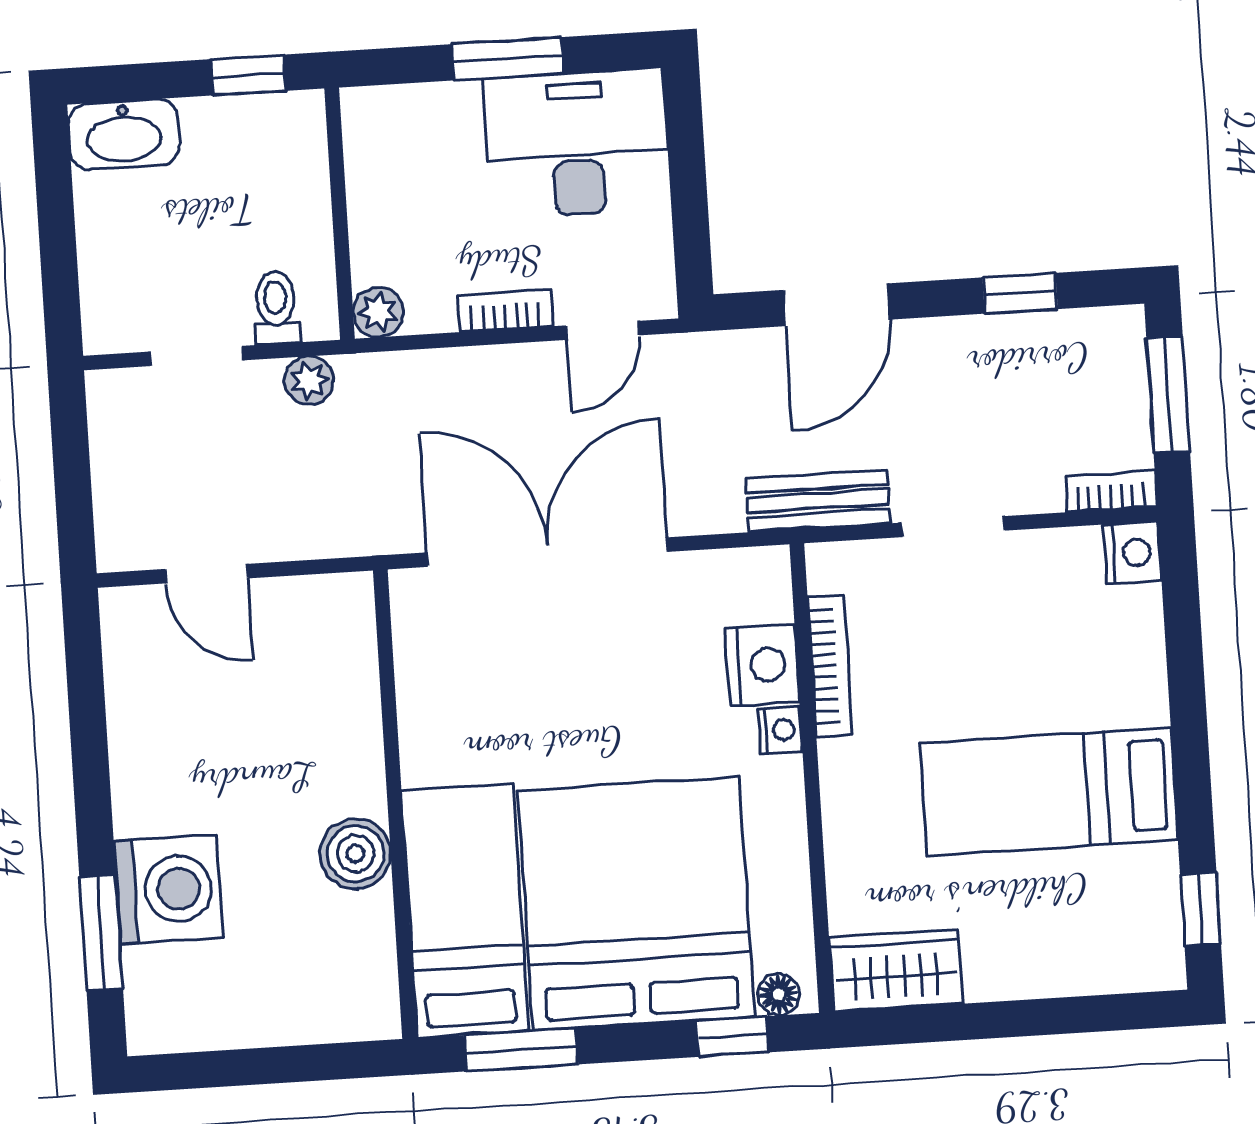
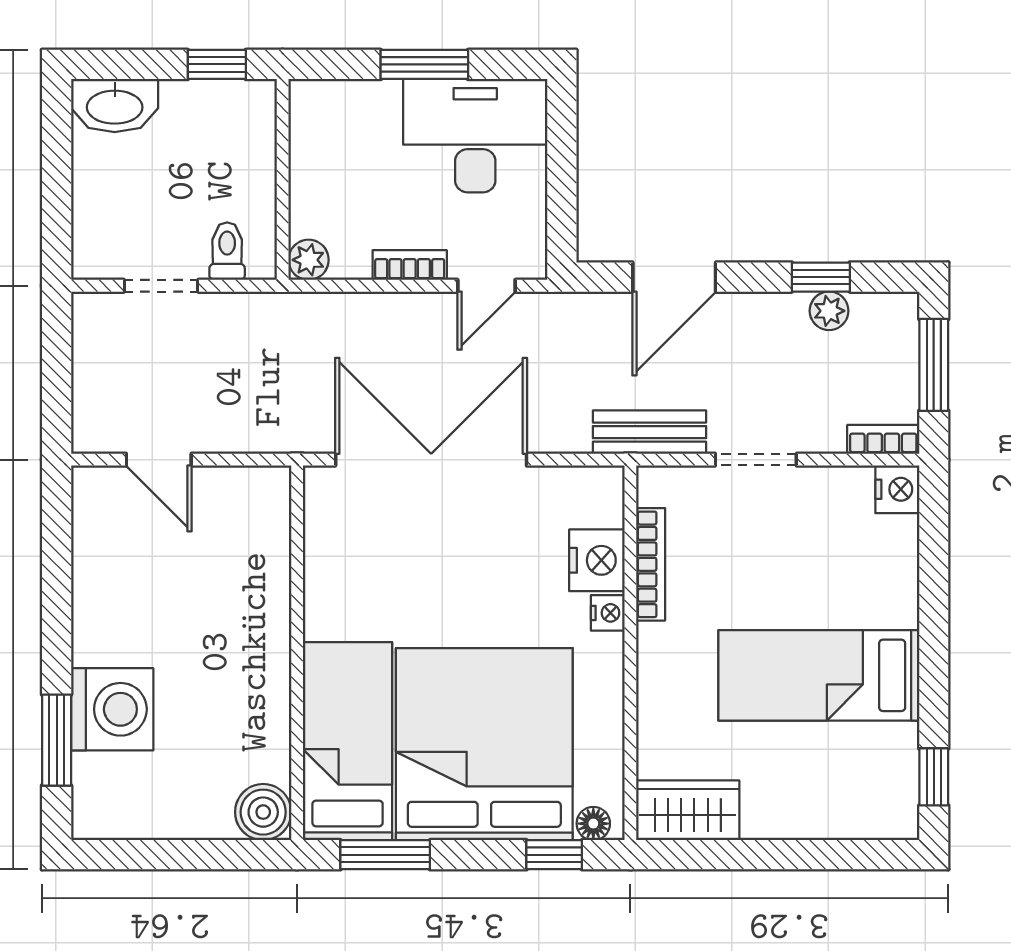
plant: (309, 380) -> (829, 311), moved
boiler: (355, 854) -> (263, 812), moved

